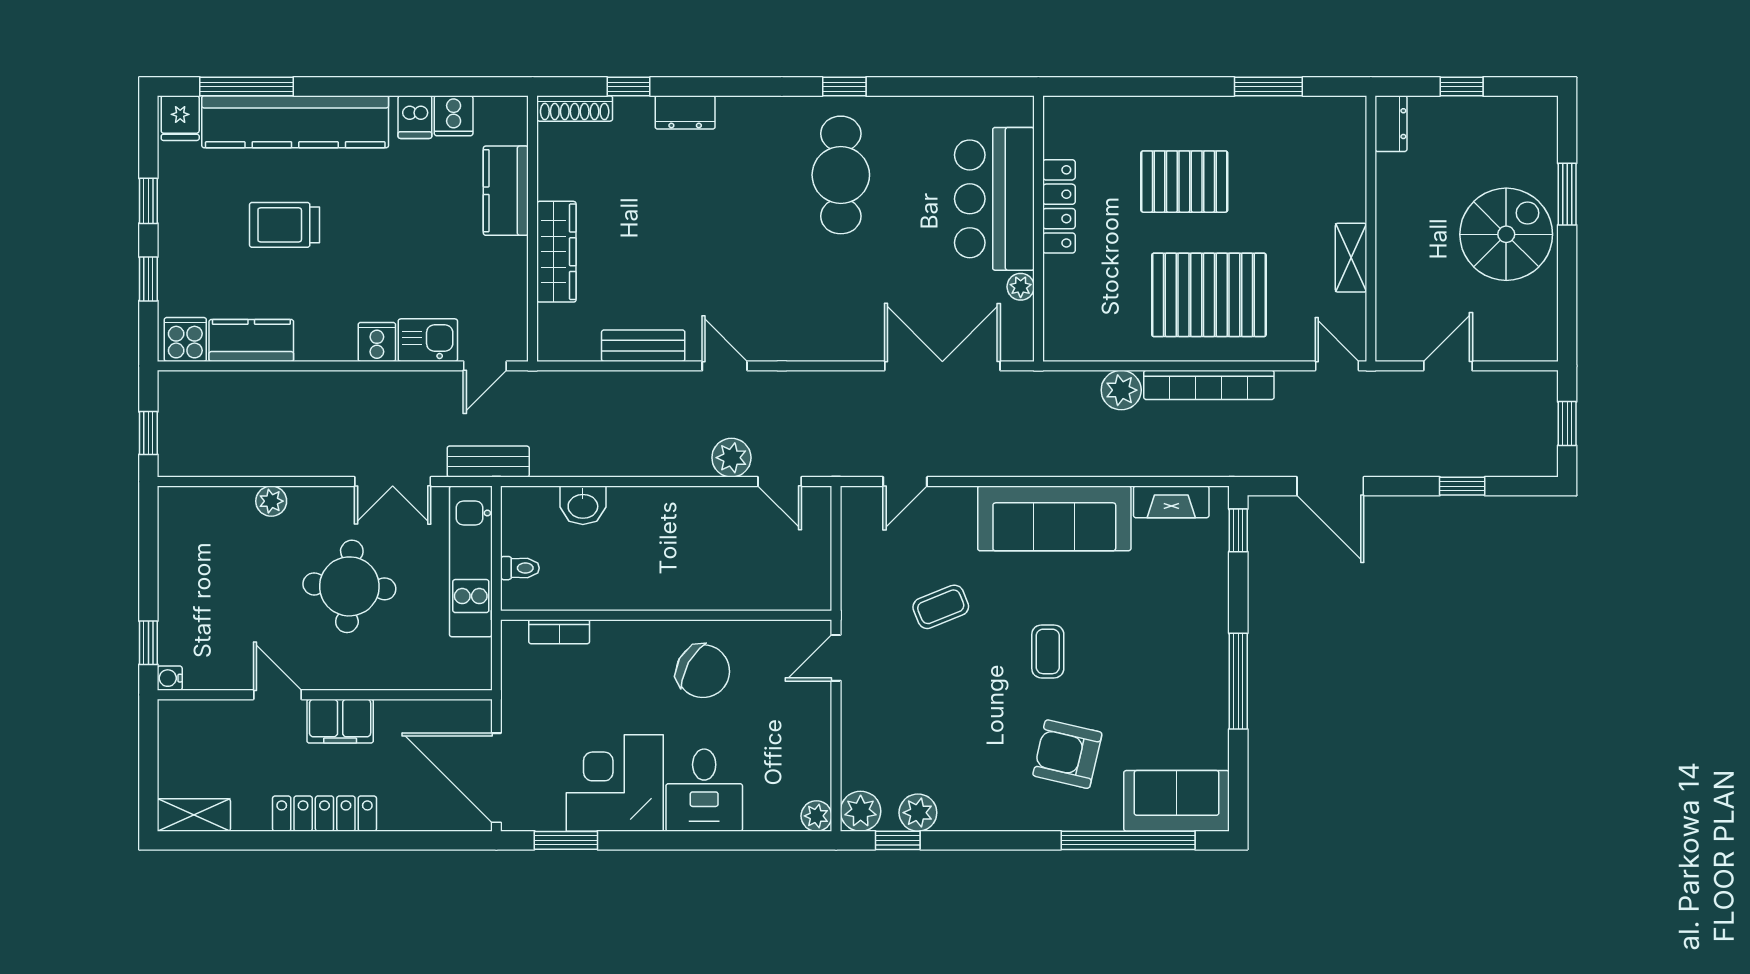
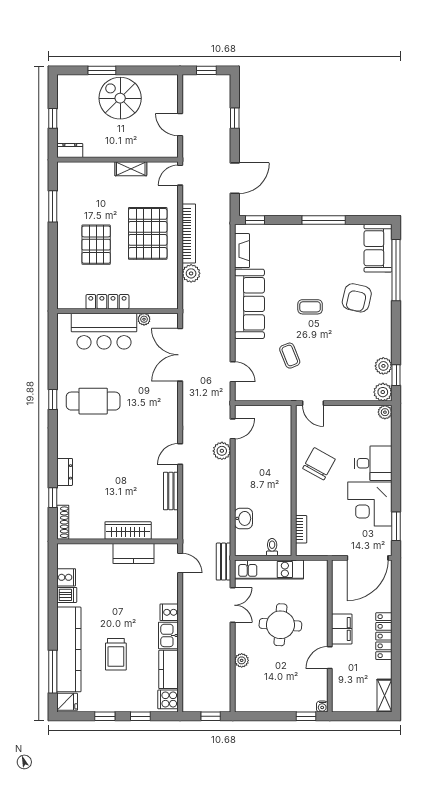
kitchen counter: (506, 191) -> (133, 554), moved
kitchen sink: (428, 340) -> (168, 635), moved

